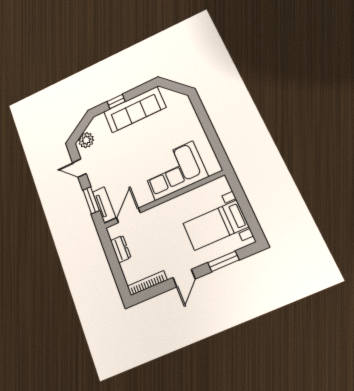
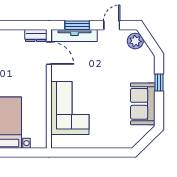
sofa: (135, 109) -> (143, 104), width x0.73
tv unit: (104, 205) -> (74, 35), width x1.41
dresser: (121, 249) -> (36, 35), moved

